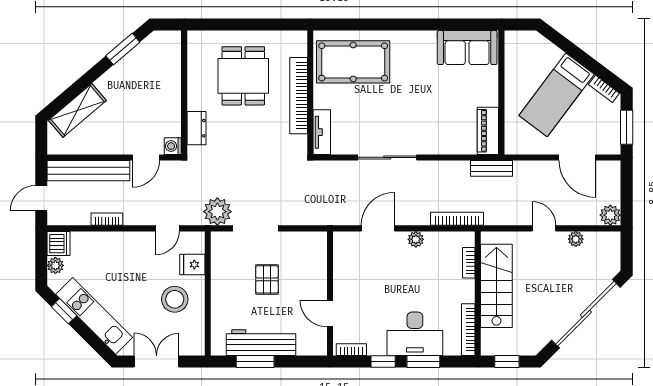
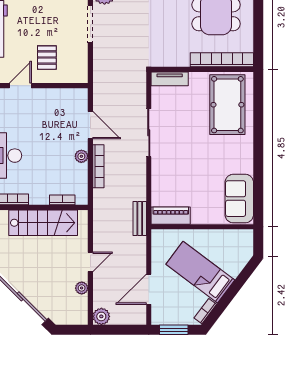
bookcase: (299, 96) -> (222, 60), moved
bookcase: (457, 219) -> (98, 166), moved
pallet: (267, 279) -> (47, 58), moved, turned 90

